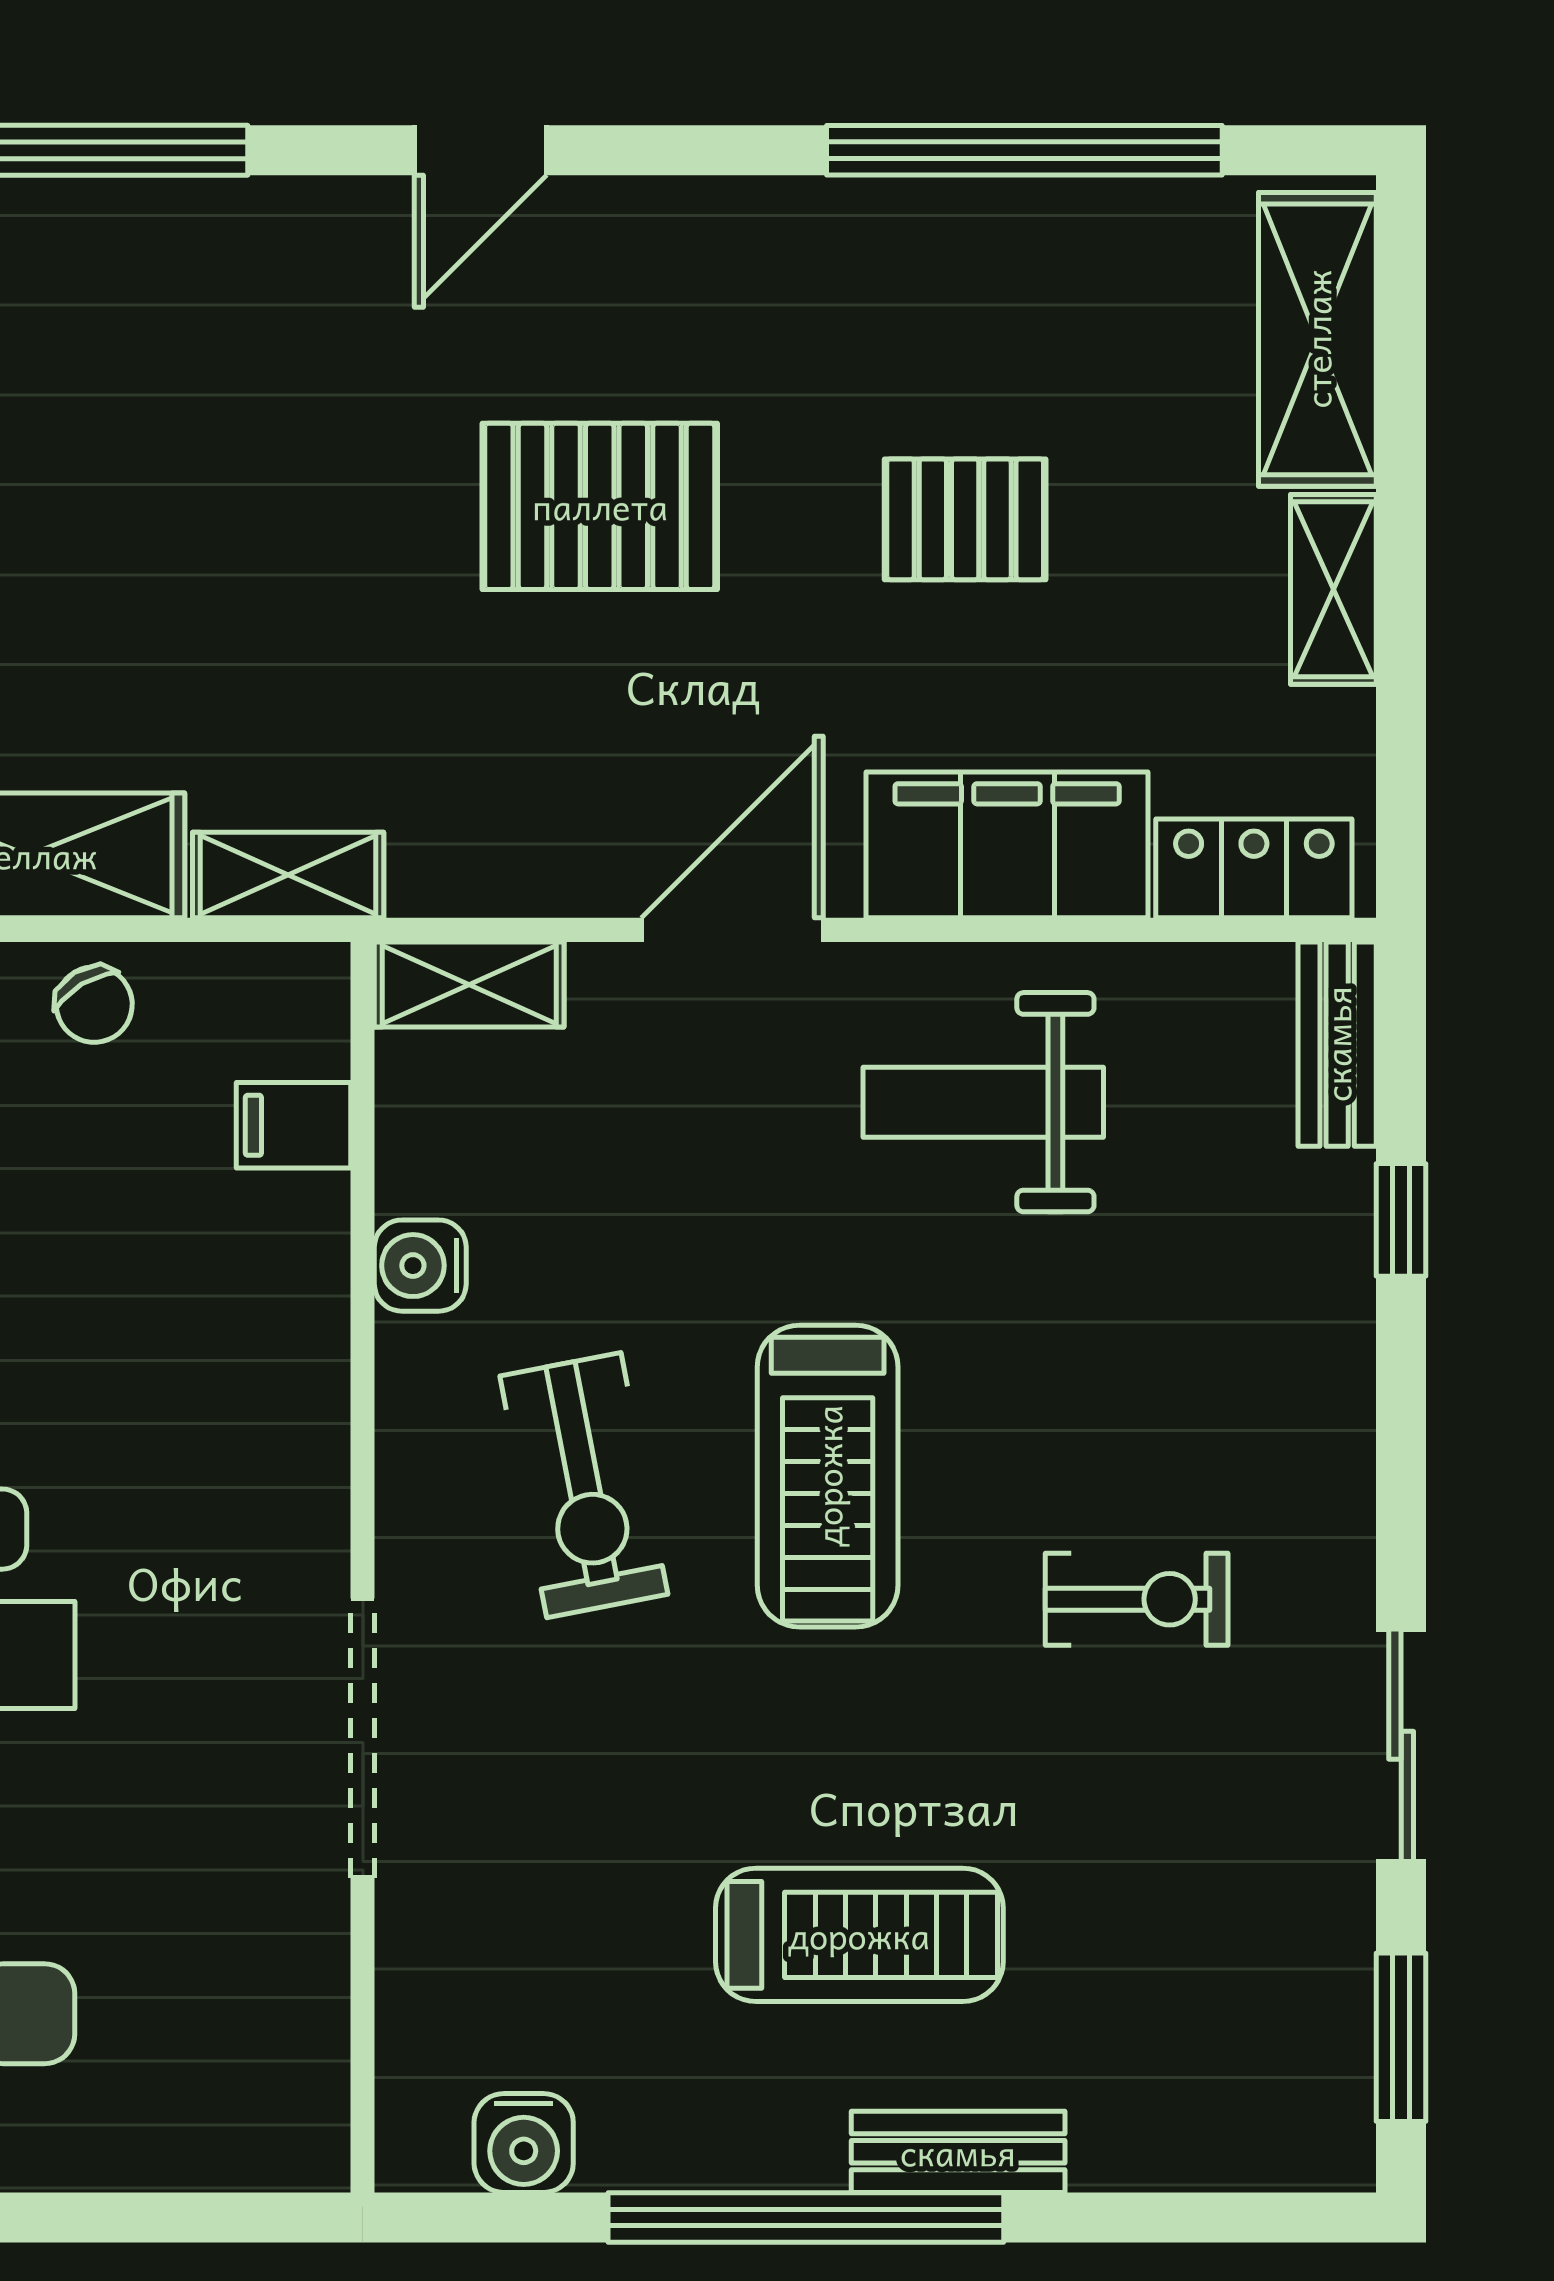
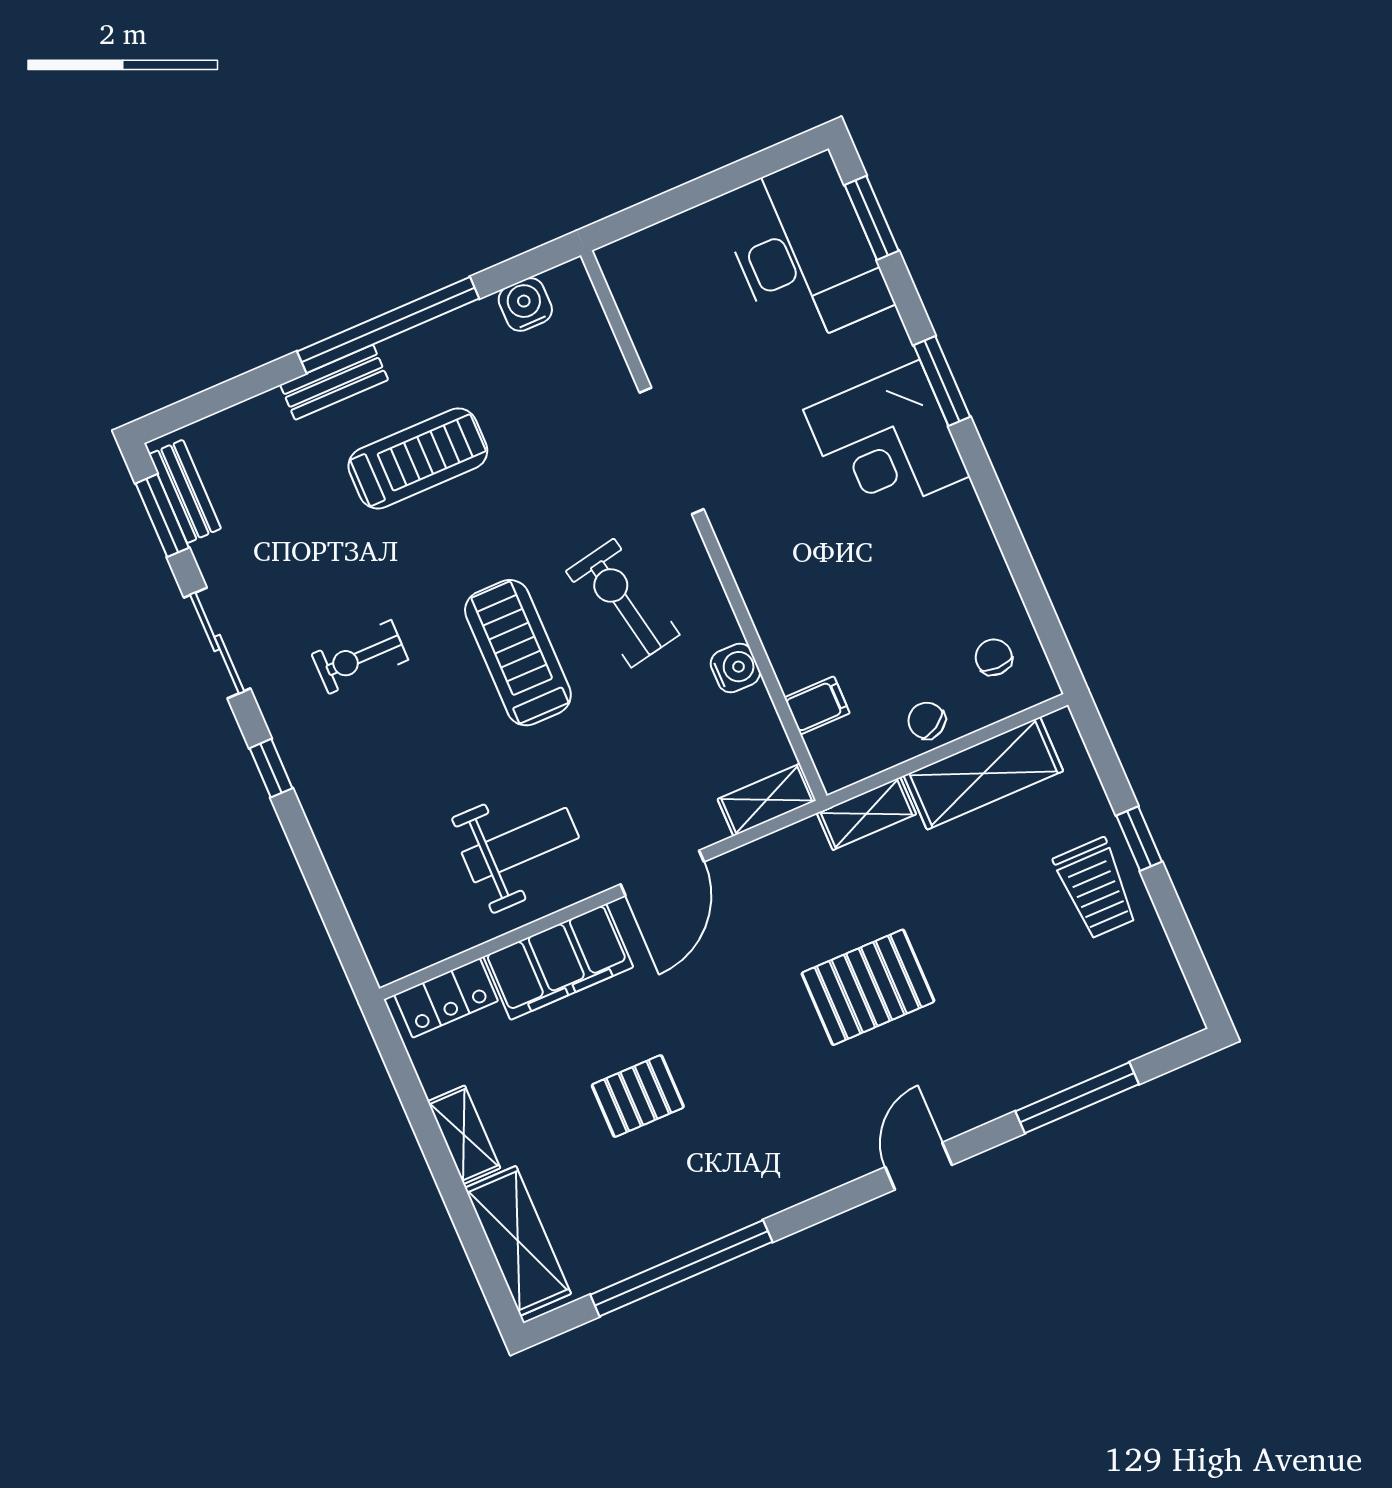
pallet: (600, 506) -> (868, 987), moved
bench: (1337, 1044) -> (185, 491), moved
window: (1401, 1220) -> (271, 768), moved
treadmill: (859, 1935) -> (418, 458), turned 180

